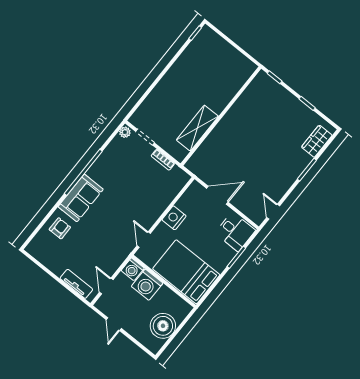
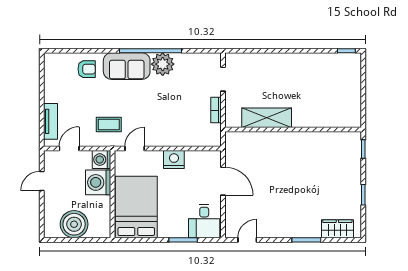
plant: (125, 132) -> (163, 64), moved, width x1.88, depth x1.88
coffee table: (112, 244) -> (109, 124), added

